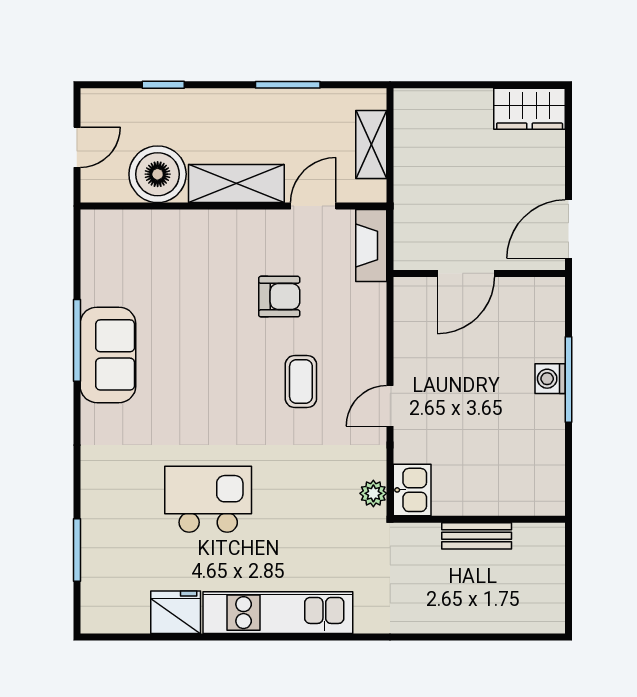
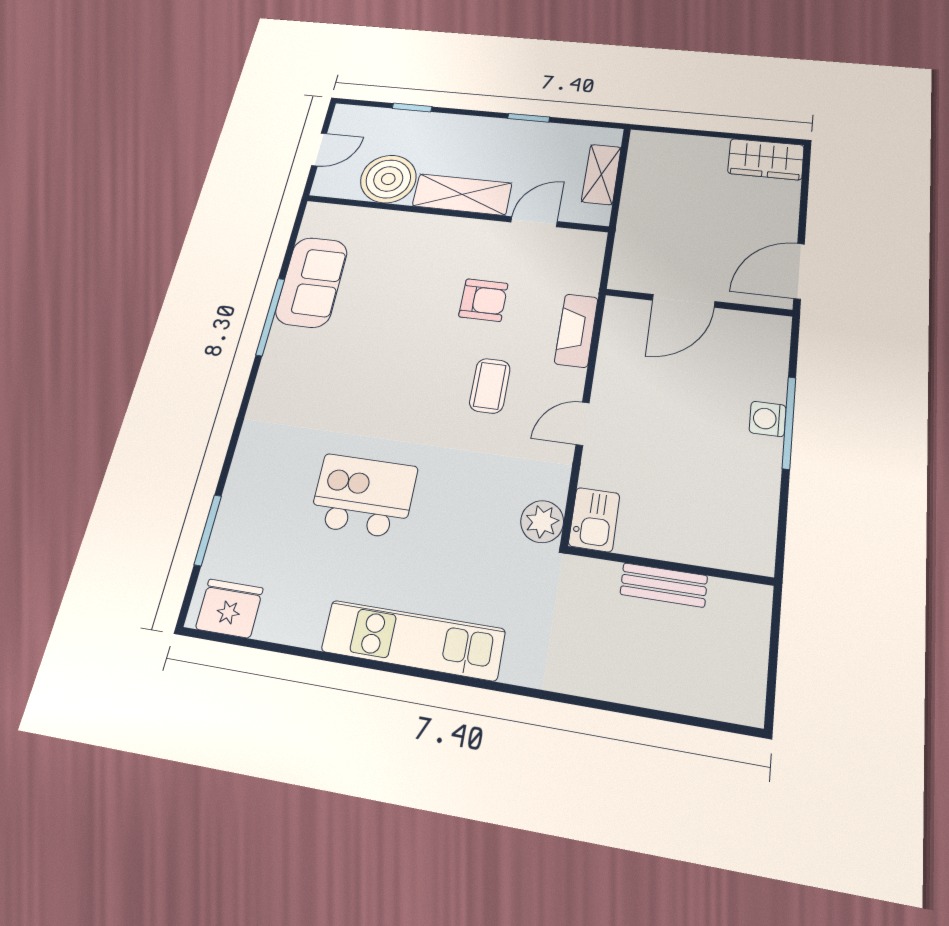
window: (288, 85) -> (529, 118), width x0.67
fireplace: (371, 246) -> (576, 330), moved
sofa: (108, 355) -> (312, 282), moved
plant: (373, 493) -> (542, 522), width x1.38, depth x1.38
fridge: (176, 612) -> (229, 608), moved

